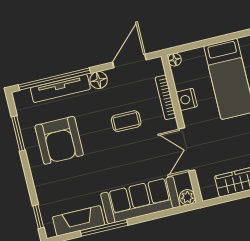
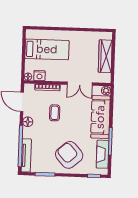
tv unit: (60, 88) -> (26, 155), moved
nightstand: (187, 99) -> (39, 76), moved
armchair: (59, 140) -> (69, 155), moved, turned -131

